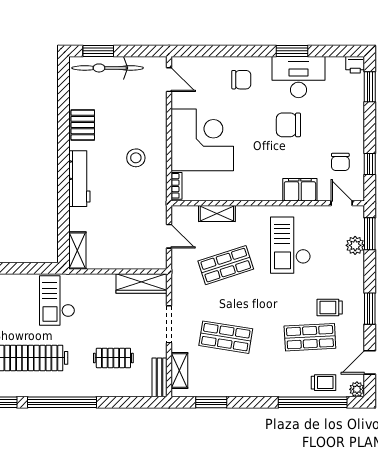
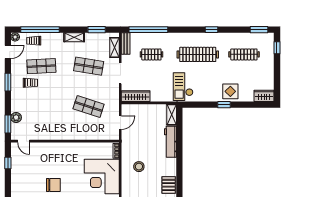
chair: (340, 162) -> (24, 164), removed
workbench: (79, 179) -> (171, 142), moved
filing cabinet: (300, 190) -> (47, 149), removed
shelving: (217, 214) -> (74, 37), moved
door: (169, 236) -> (120, 123), swing flipped
checkout: (290, 245) -> (52, 118), removed
shop shelf: (226, 265) -> (89, 107), turned 36
checkout: (57, 301) -> (183, 87), turned 180
window: (62, 402) -> (148, 30), moved

